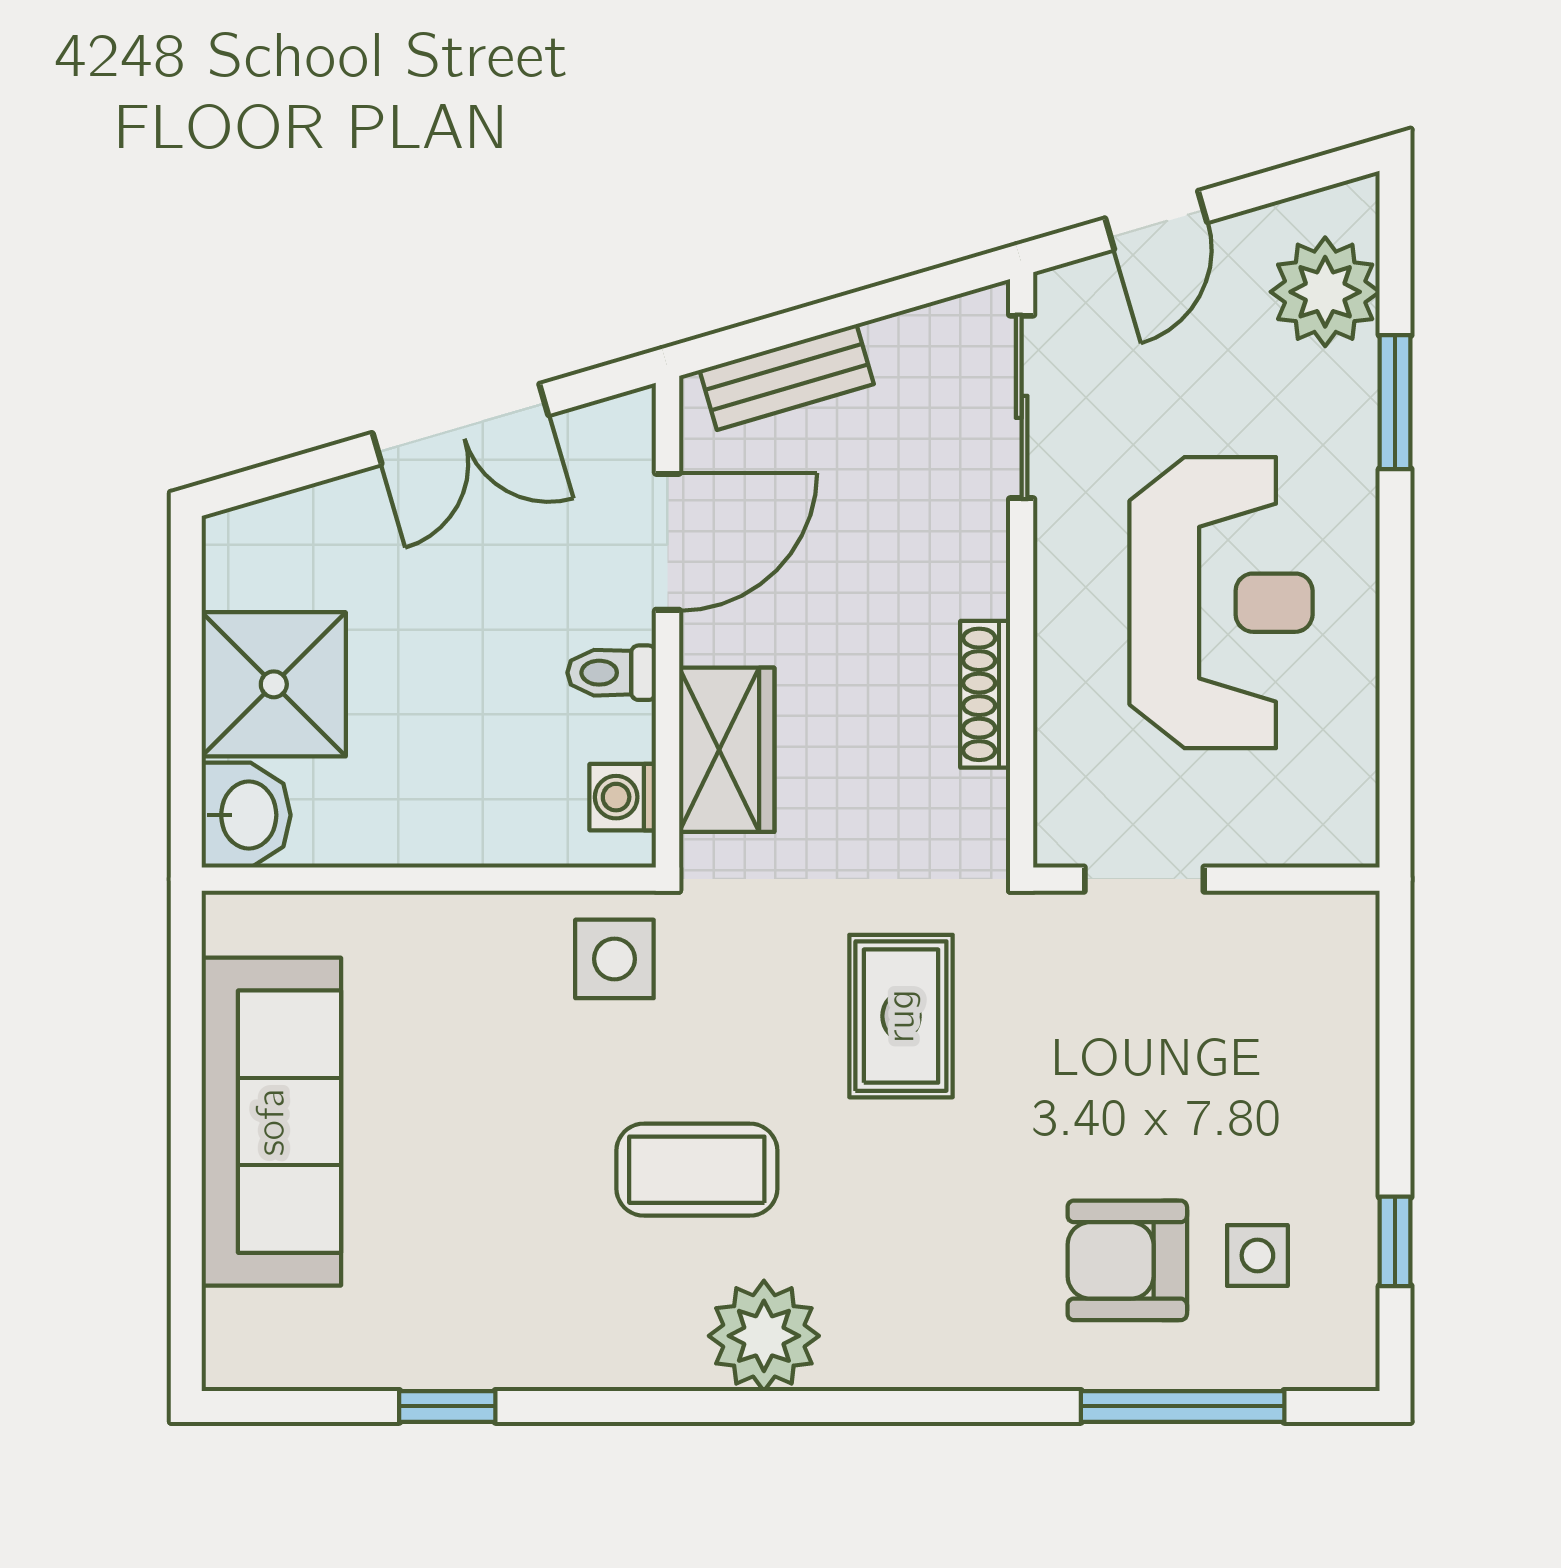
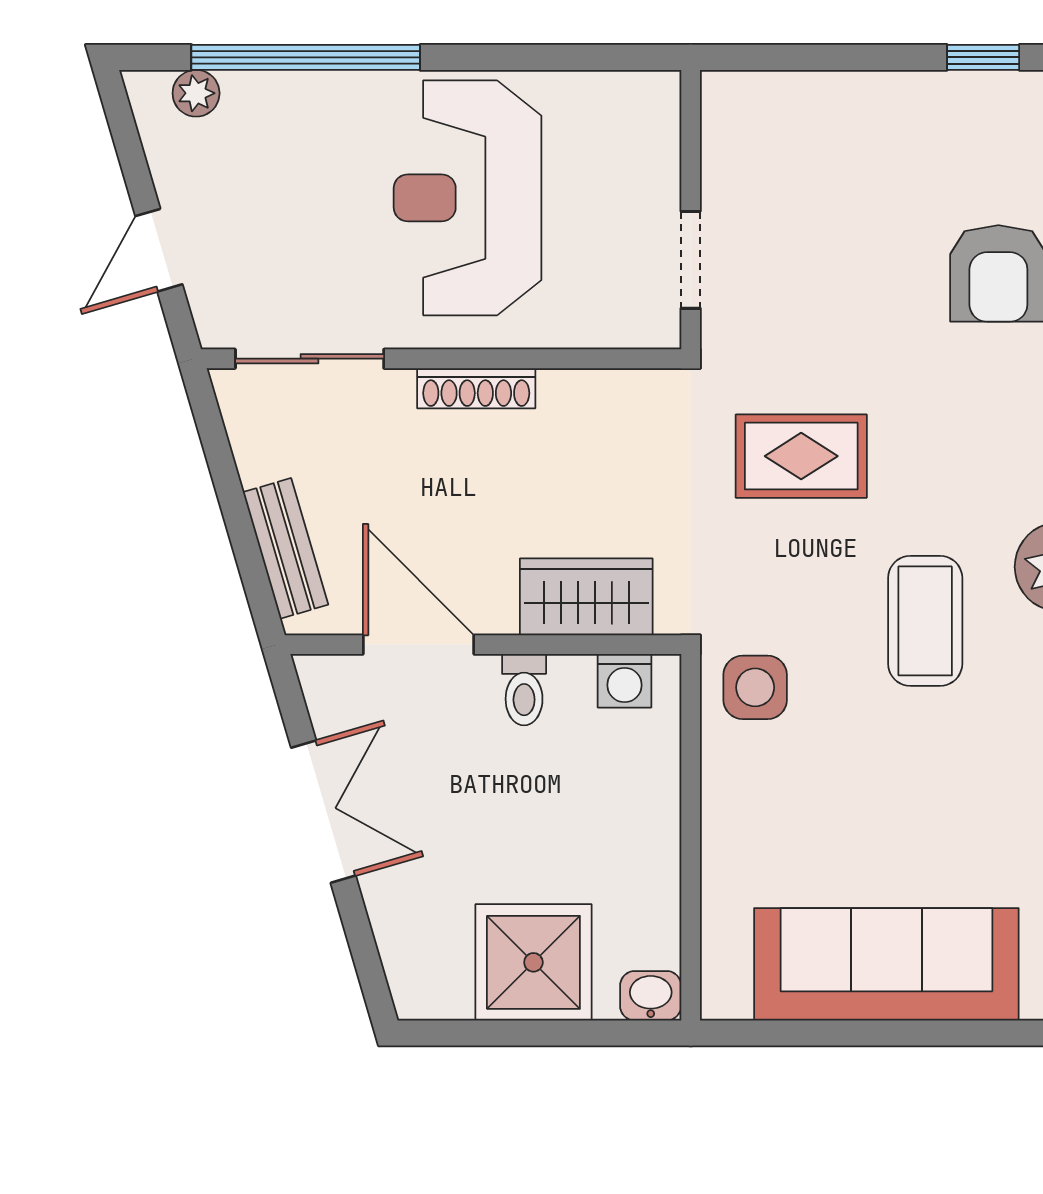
door: (1156, 220) -> (159, 250), swing flipped
plant: (1325, 292) -> (196, 93), width x0.53, depth x0.53
window: (1395, 402) -> (306, 57), width x2.11
reception desk: (1221, 603) -> (468, 198), turned -90
shoe rack: (985, 694) -> (476, 388), moved
washbasin: (246, 815) -> (651, 996), width x0.72, depth x0.69
side table: (1257, 1255) -> (994, 168), removed

